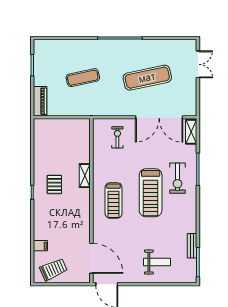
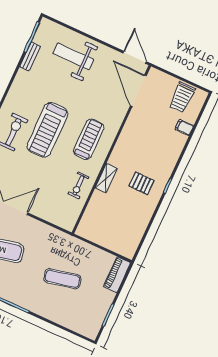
exercise bike: (117, 137) -> (78, 185), moved
pallet: (54, 184) -> (141, 183), turned 90
treadmill: (151, 193) -> (47, 130), turned 180
weight bench: (157, 262) -> (73, 56), width x1.36, depth x1.33
trolley: (53, 269) -> (182, 97), turned -66

